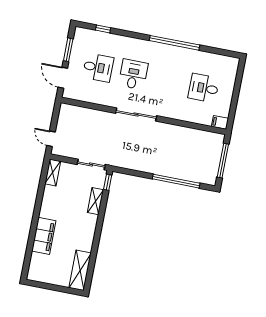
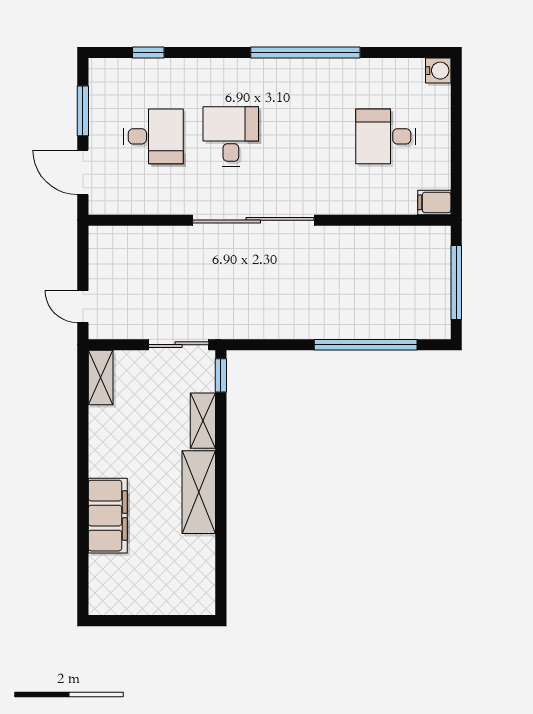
water cooler: (233, 63) -> (438, 71), added
sliding door: (136, 114) -> (253, 220), width x1.36
shelving: (80, 270) -> (199, 492), moved

